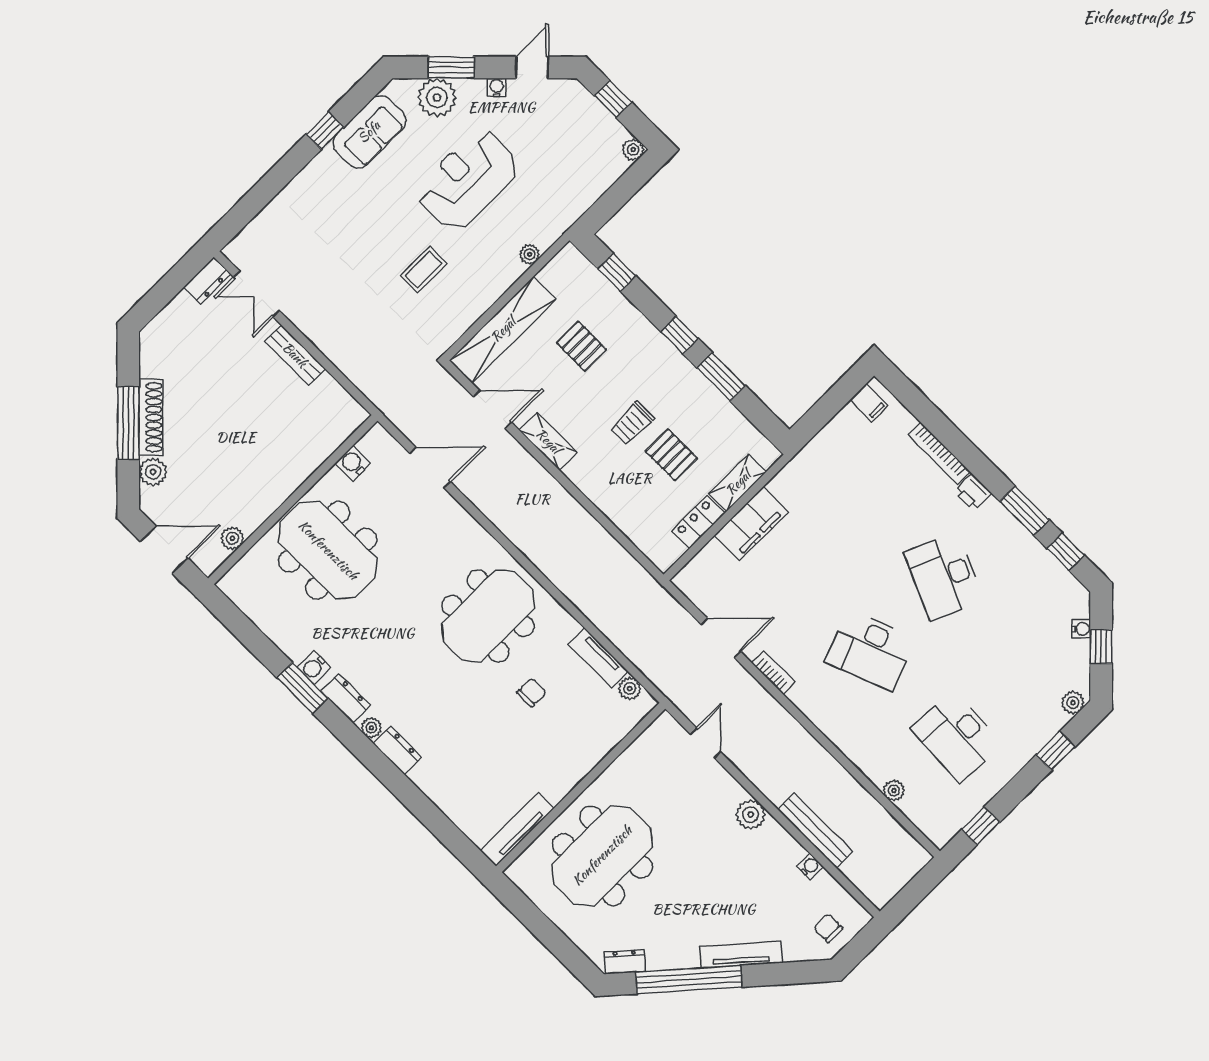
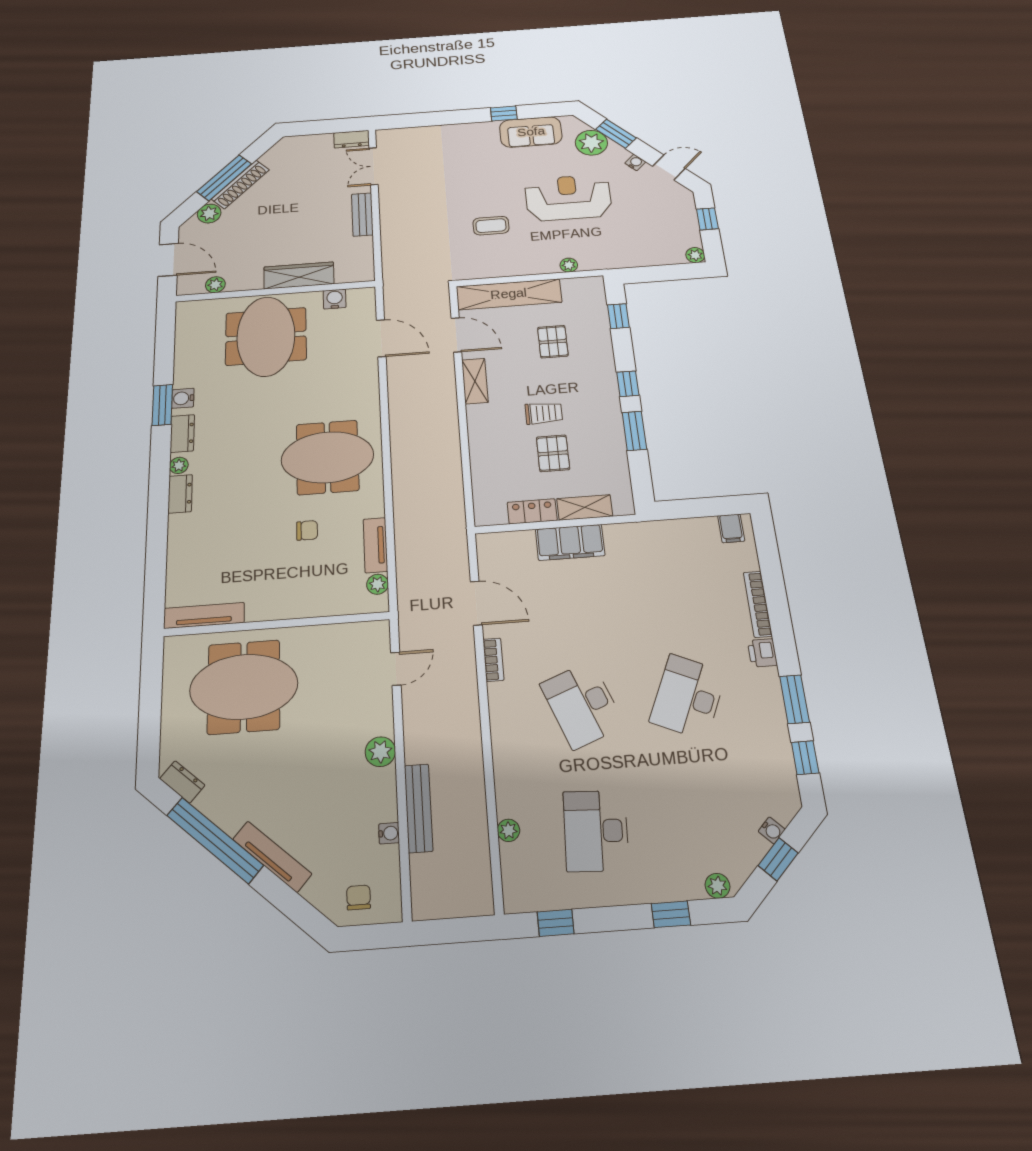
trolley: (632, 423) -> (544, 413), turned 180
wardrobe: (298, 466) -> (299, 275), added

